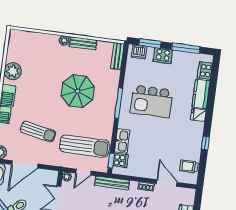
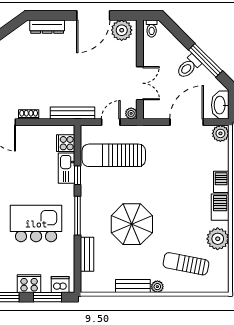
bench: (117, 56) -> (87, 254), moved
sun lounger: (38, 132) -> (186, 264), moved
window: (111, 161) -> (78, 175), moved

